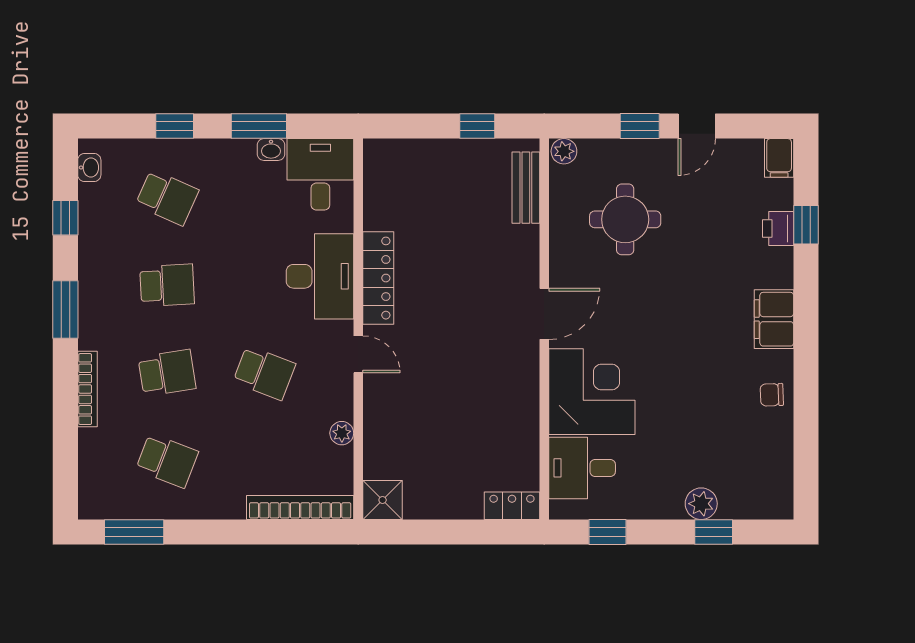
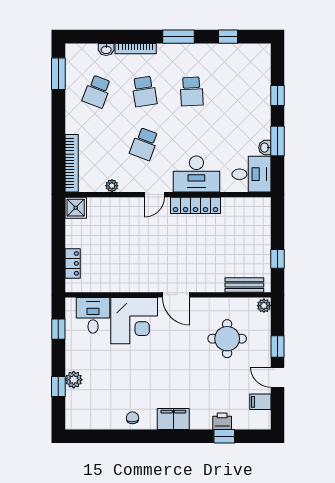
filing cabinet: (779, 158) -> (260, 402), moved
washbasin: (89, 168) -> (106, 49), moved
school desk: (167, 197) -> (239, 91), removed
locker: (512, 506) -> (73, 263), moved

